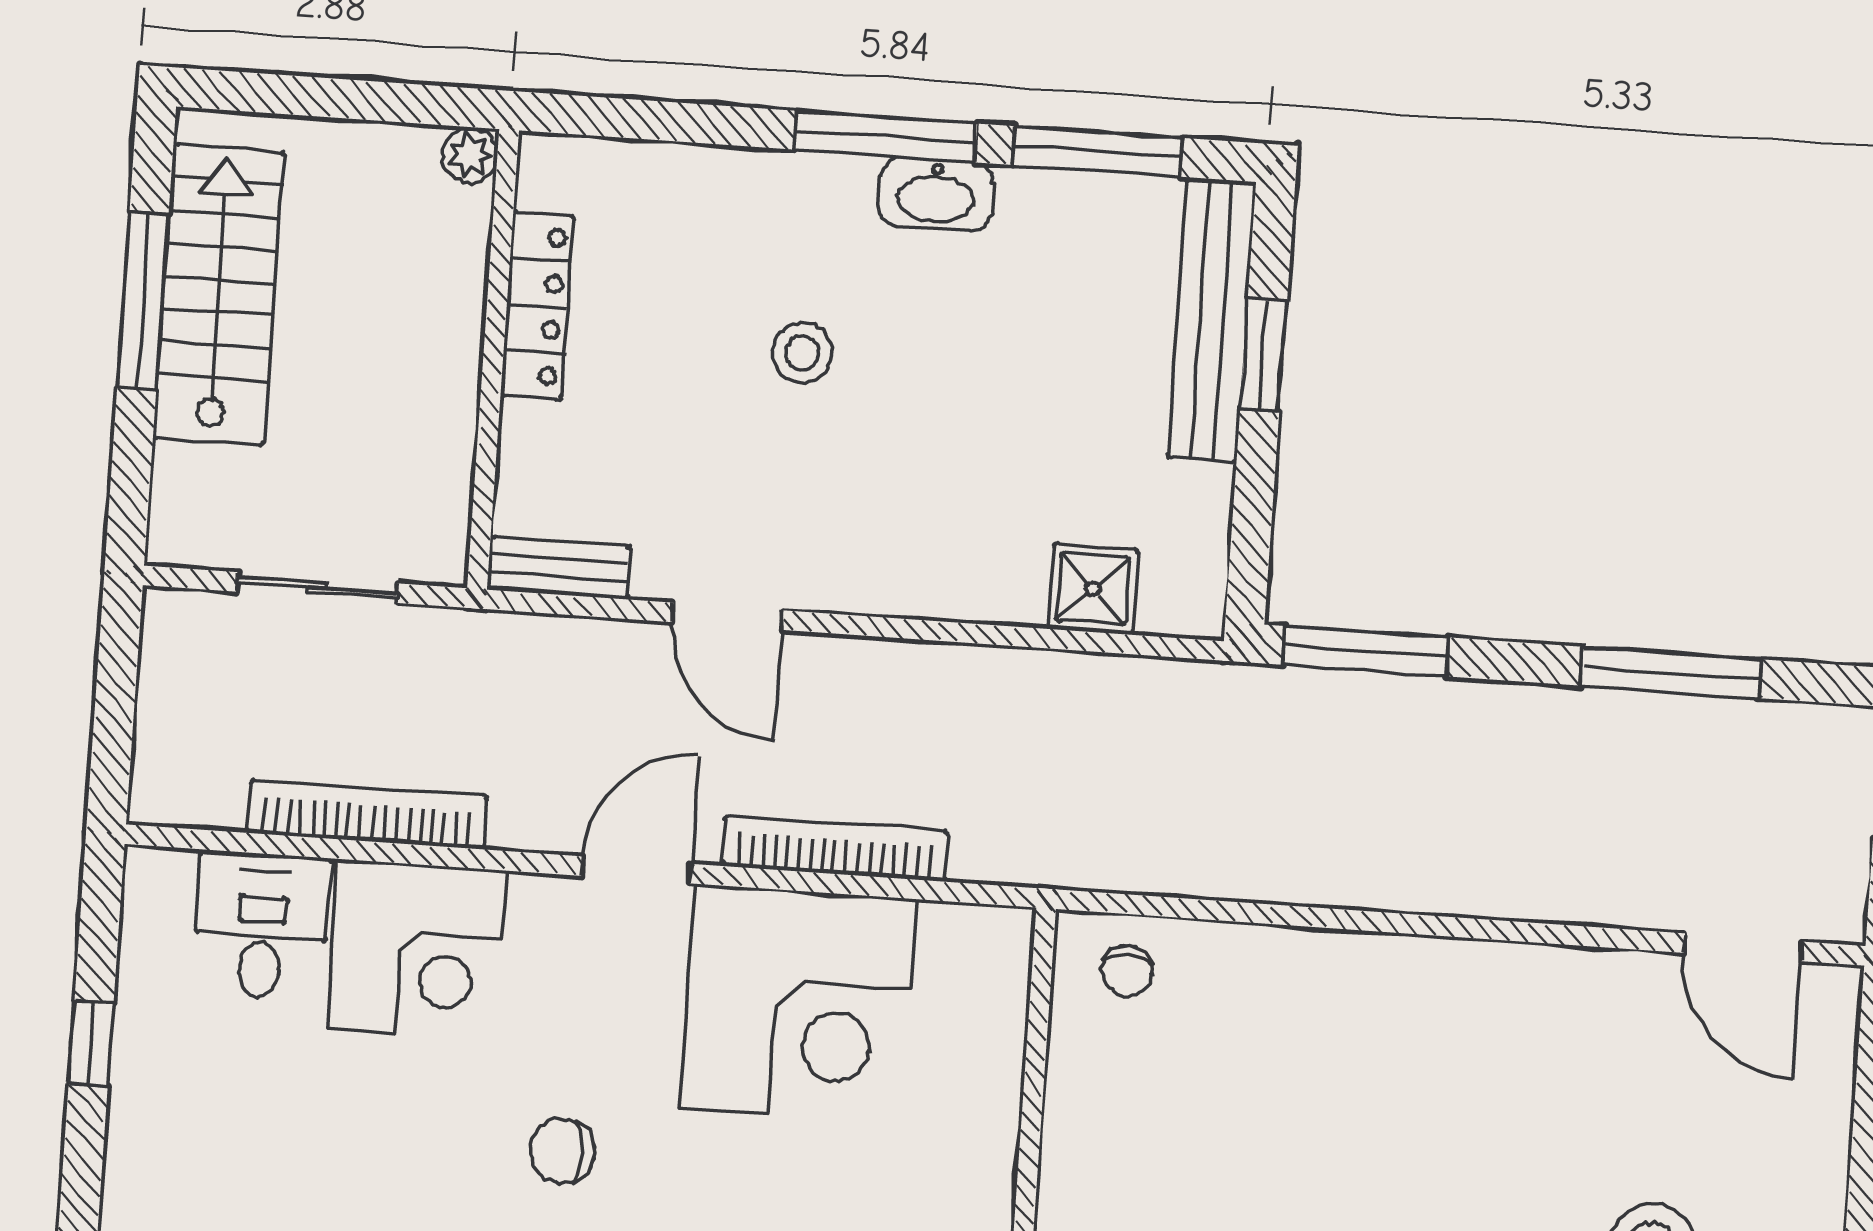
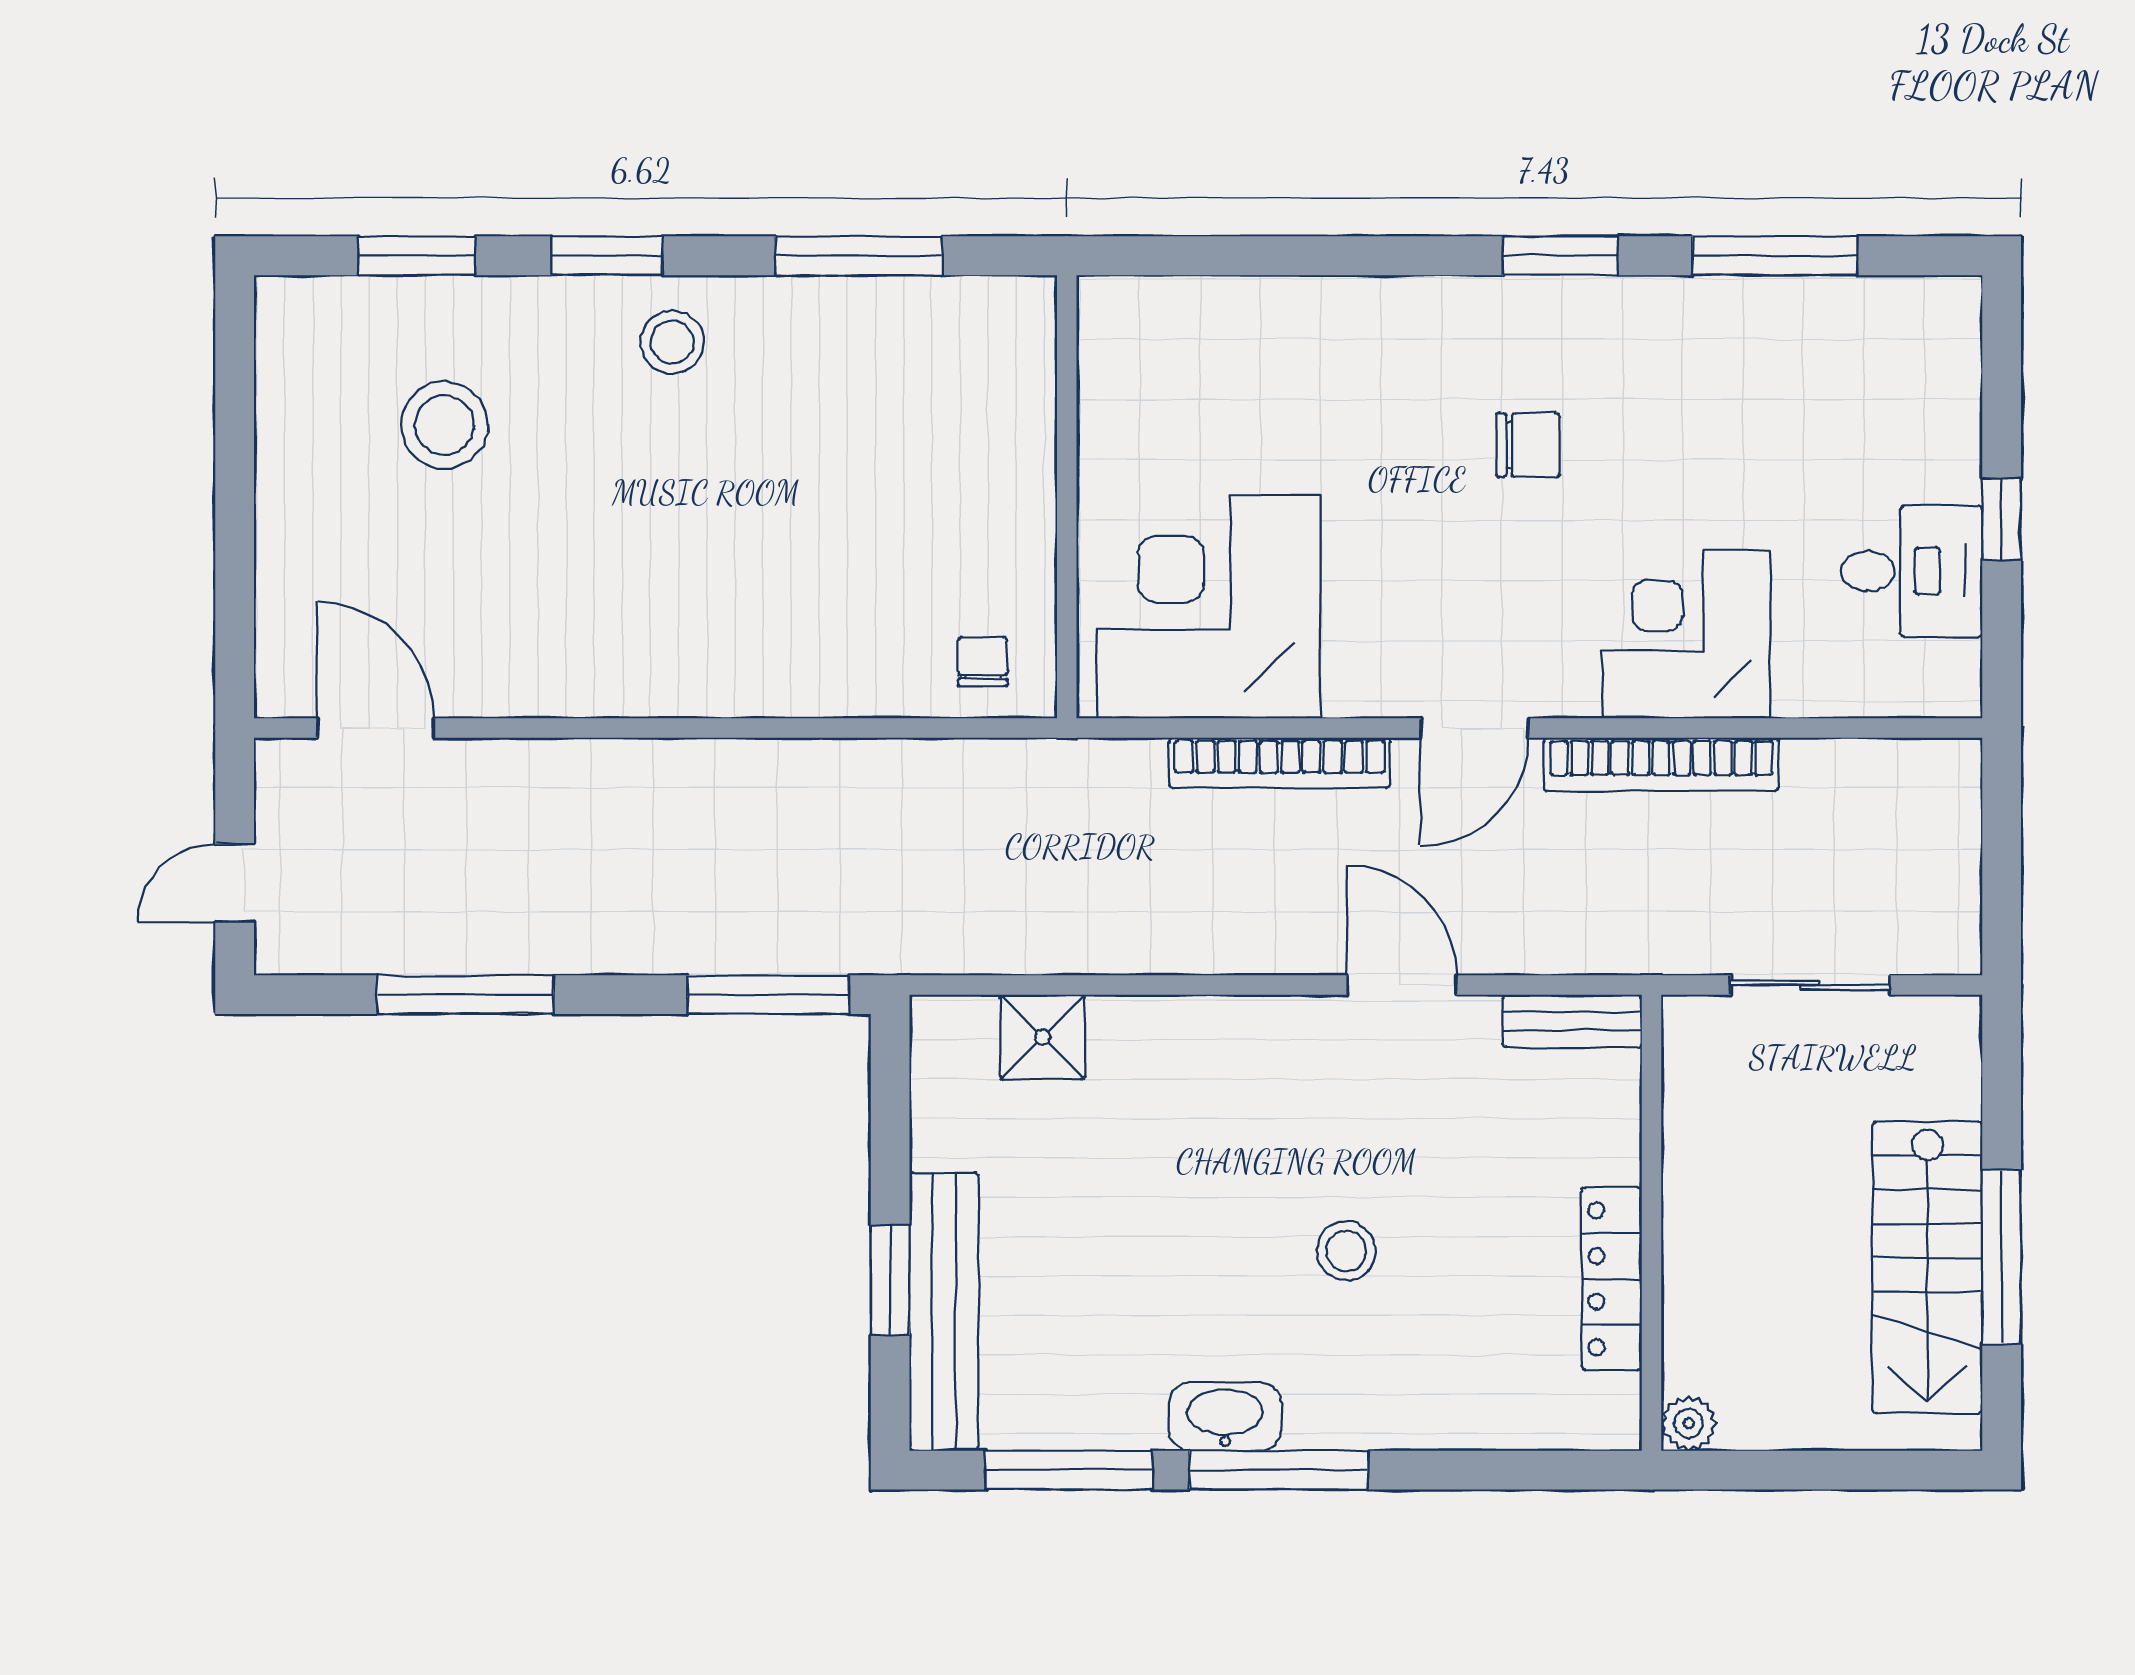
bookcase: (367, 814) -> (1661, 764), moved
desk: (262, 925) -> (1912, 571), moved, turned -90
corner desk: (798, 1004) -> (1209, 607), moved

